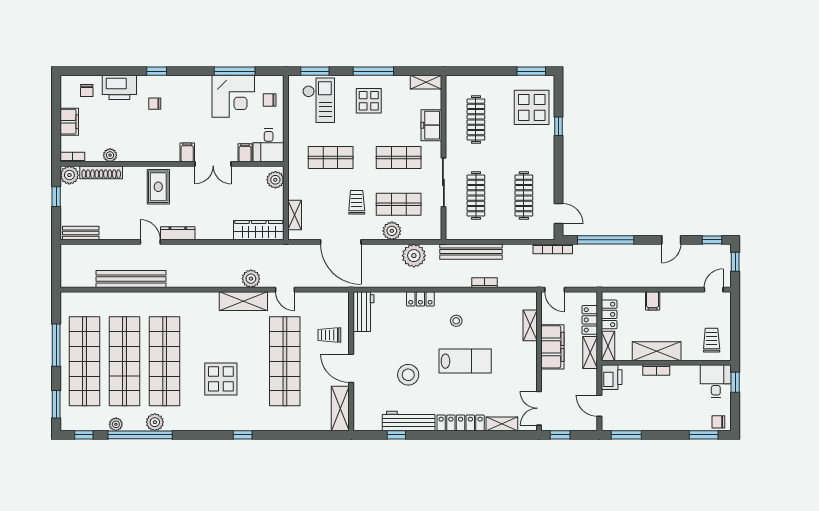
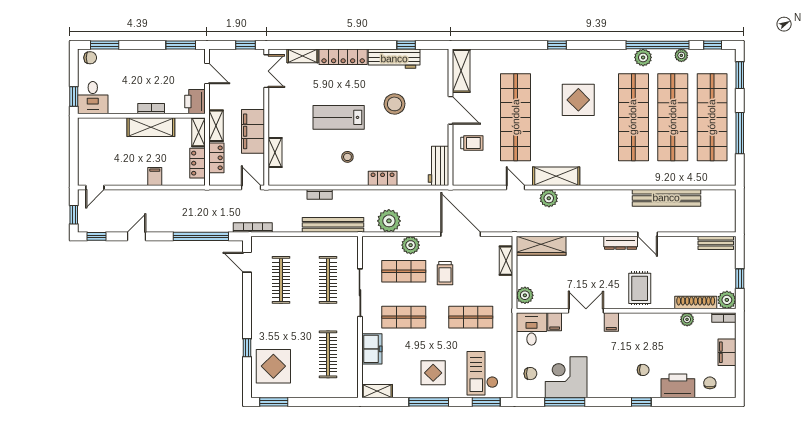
trolley: (712, 340) -> (97, 138), removed

